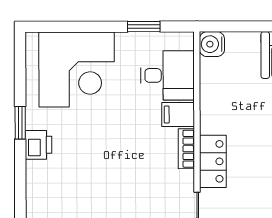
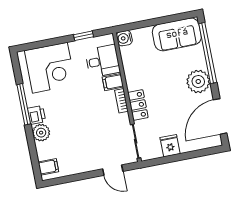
window: (20, 123) -> (24, 104), width x2.17
plant: (40, 176) -> (41, 133), added

